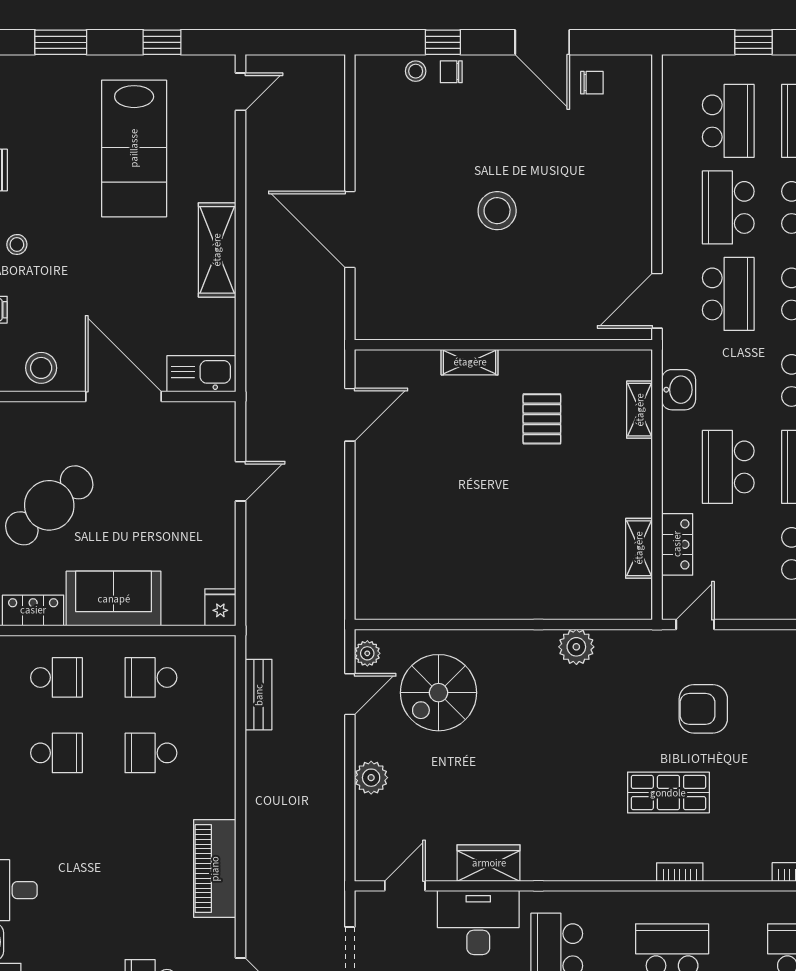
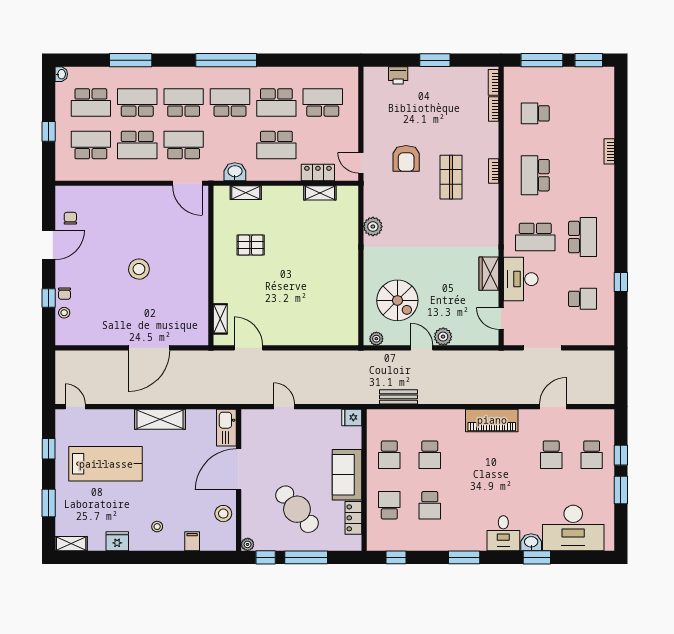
shelving: (470, 362) -> (220, 319), moved
door: (350, 694) -> (422, 348), moved
school desk: (56, 753) -> (430, 505), turned 180

